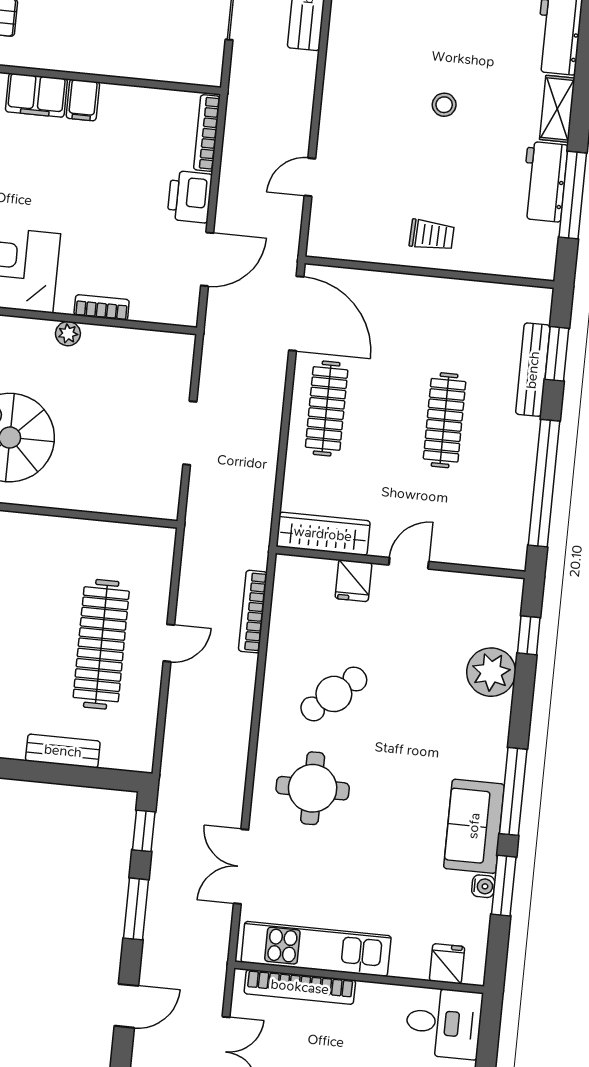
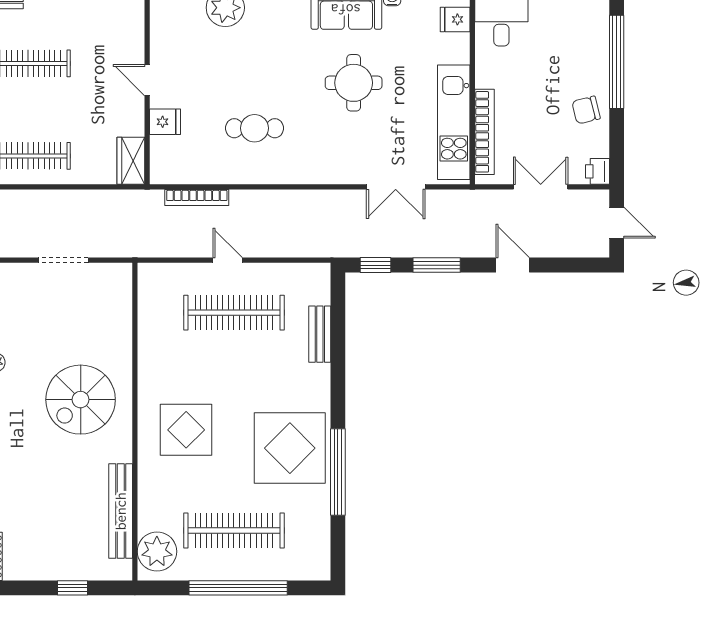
wardrobe: (323, 534) -> (131, 161), width x0.67
cafe table: (334, 694) -> (254, 128), turned -49
round table: (313, 788) -> (354, 83), moved

